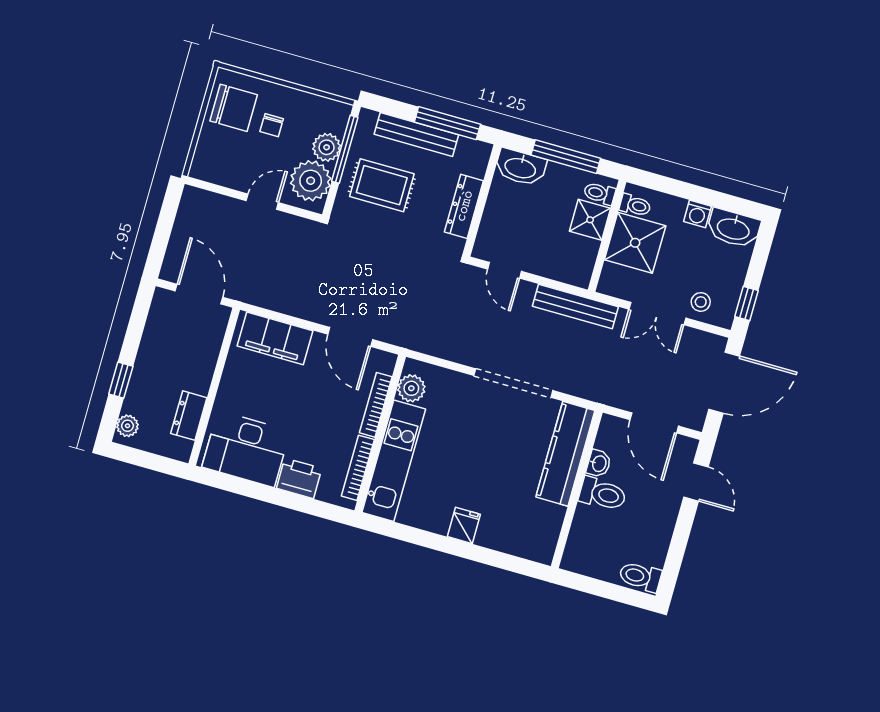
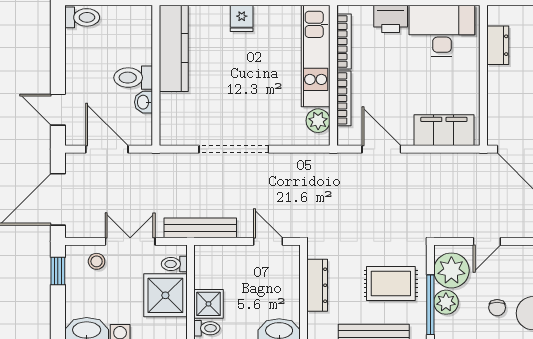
chair: (272, 125) -> (497, 308), turned 180
toilet: (635, 205) -> (174, 264), moved
kitchen counter: (565, 454) -> (174, 48), moved

